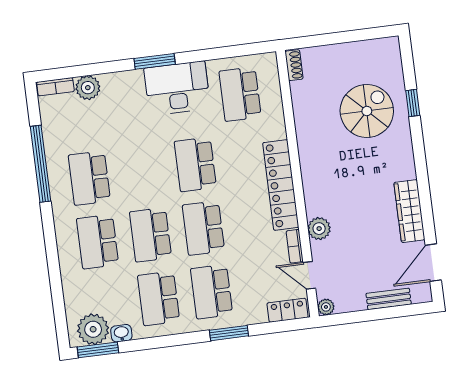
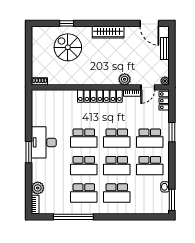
school desk: (240, 94) -> (84, 166), moved
wardrobe: (409, 211) -> (108, 32), moved
plant: (93, 329) -> (161, 201), removed

